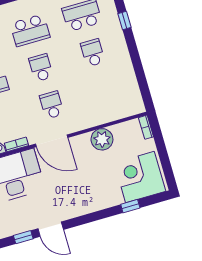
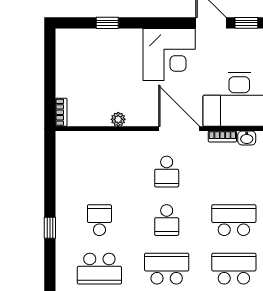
window: (125, 20) -> (50, 228), moved
school desk: (93, 53) -> (99, 220), turned 180
plant: (102, 139) -> (118, 119), width x0.53, depth x0.53
corner desk: (140, 177) -> (169, 55), moved

